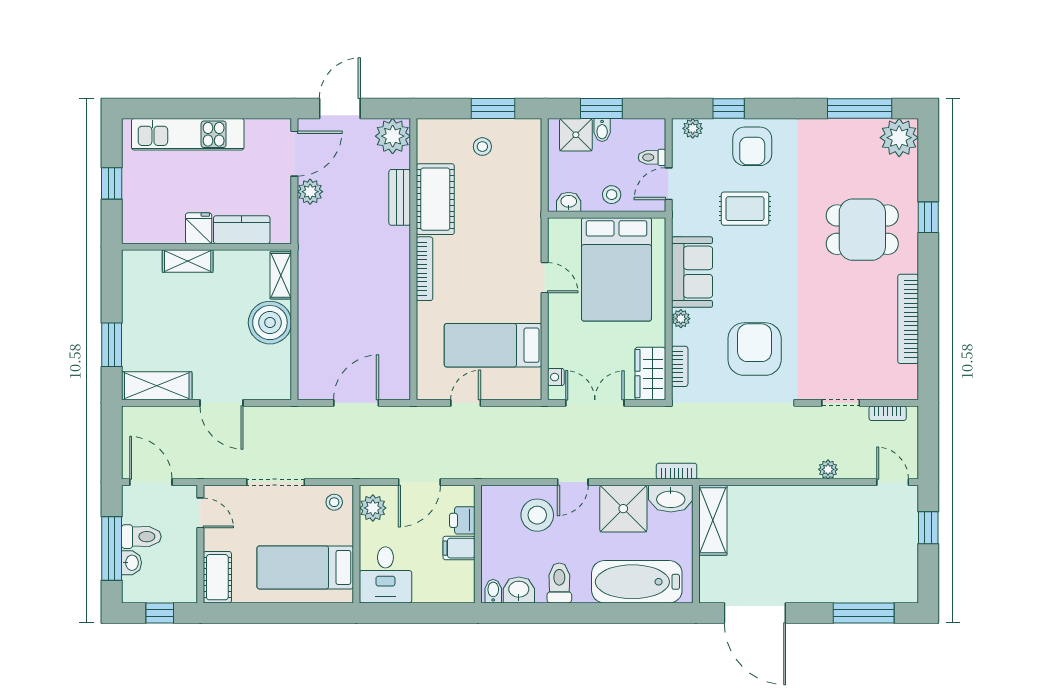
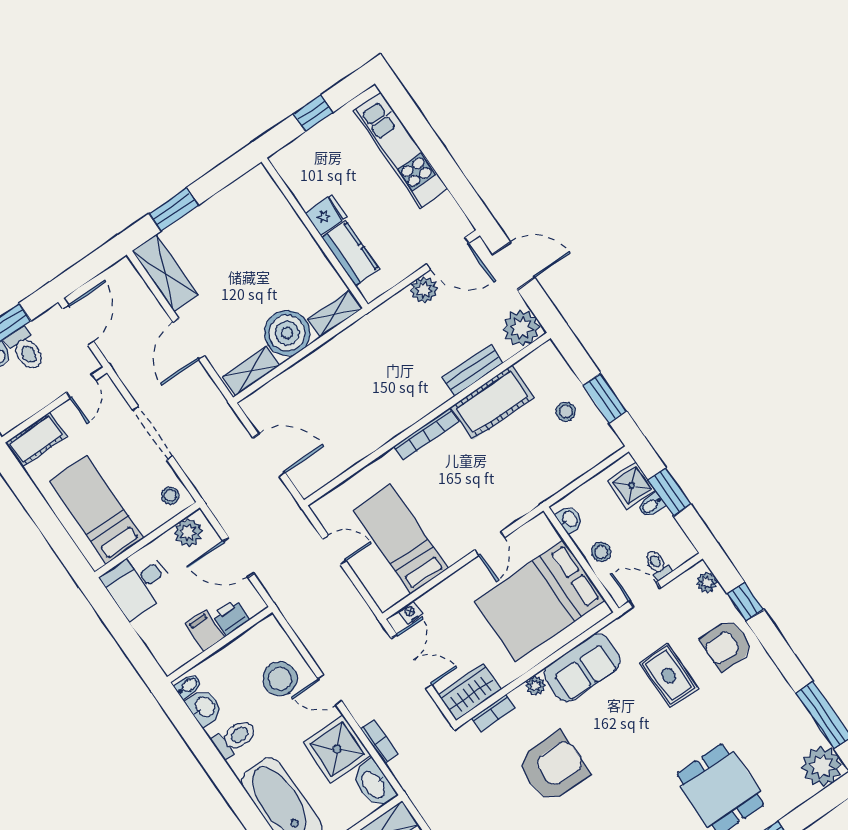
shelving: (188, 261) -> (251, 371), moved, turned 90
bookcase: (677, 471) -> (379, 741), moved

